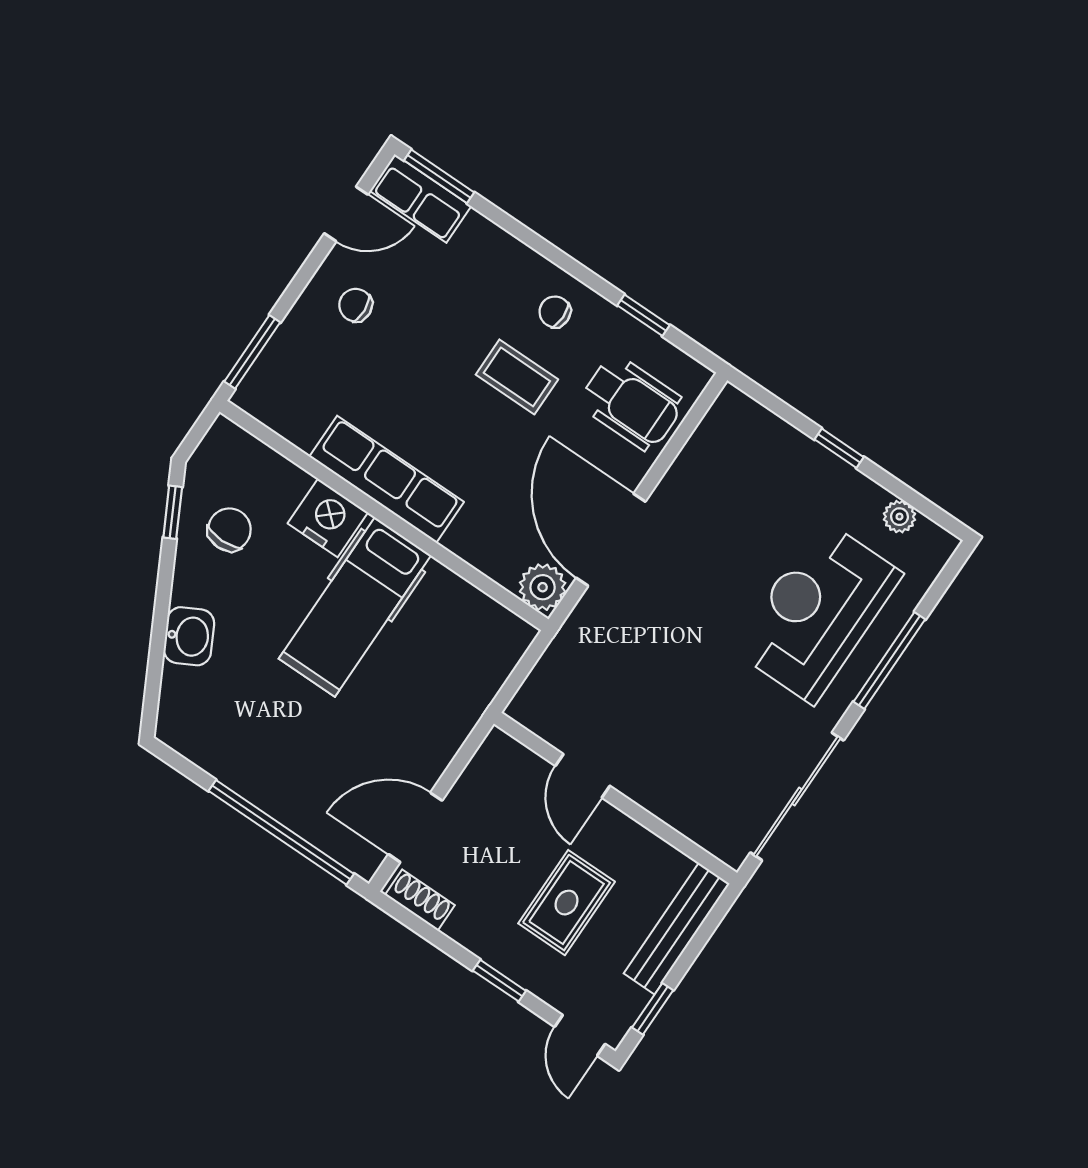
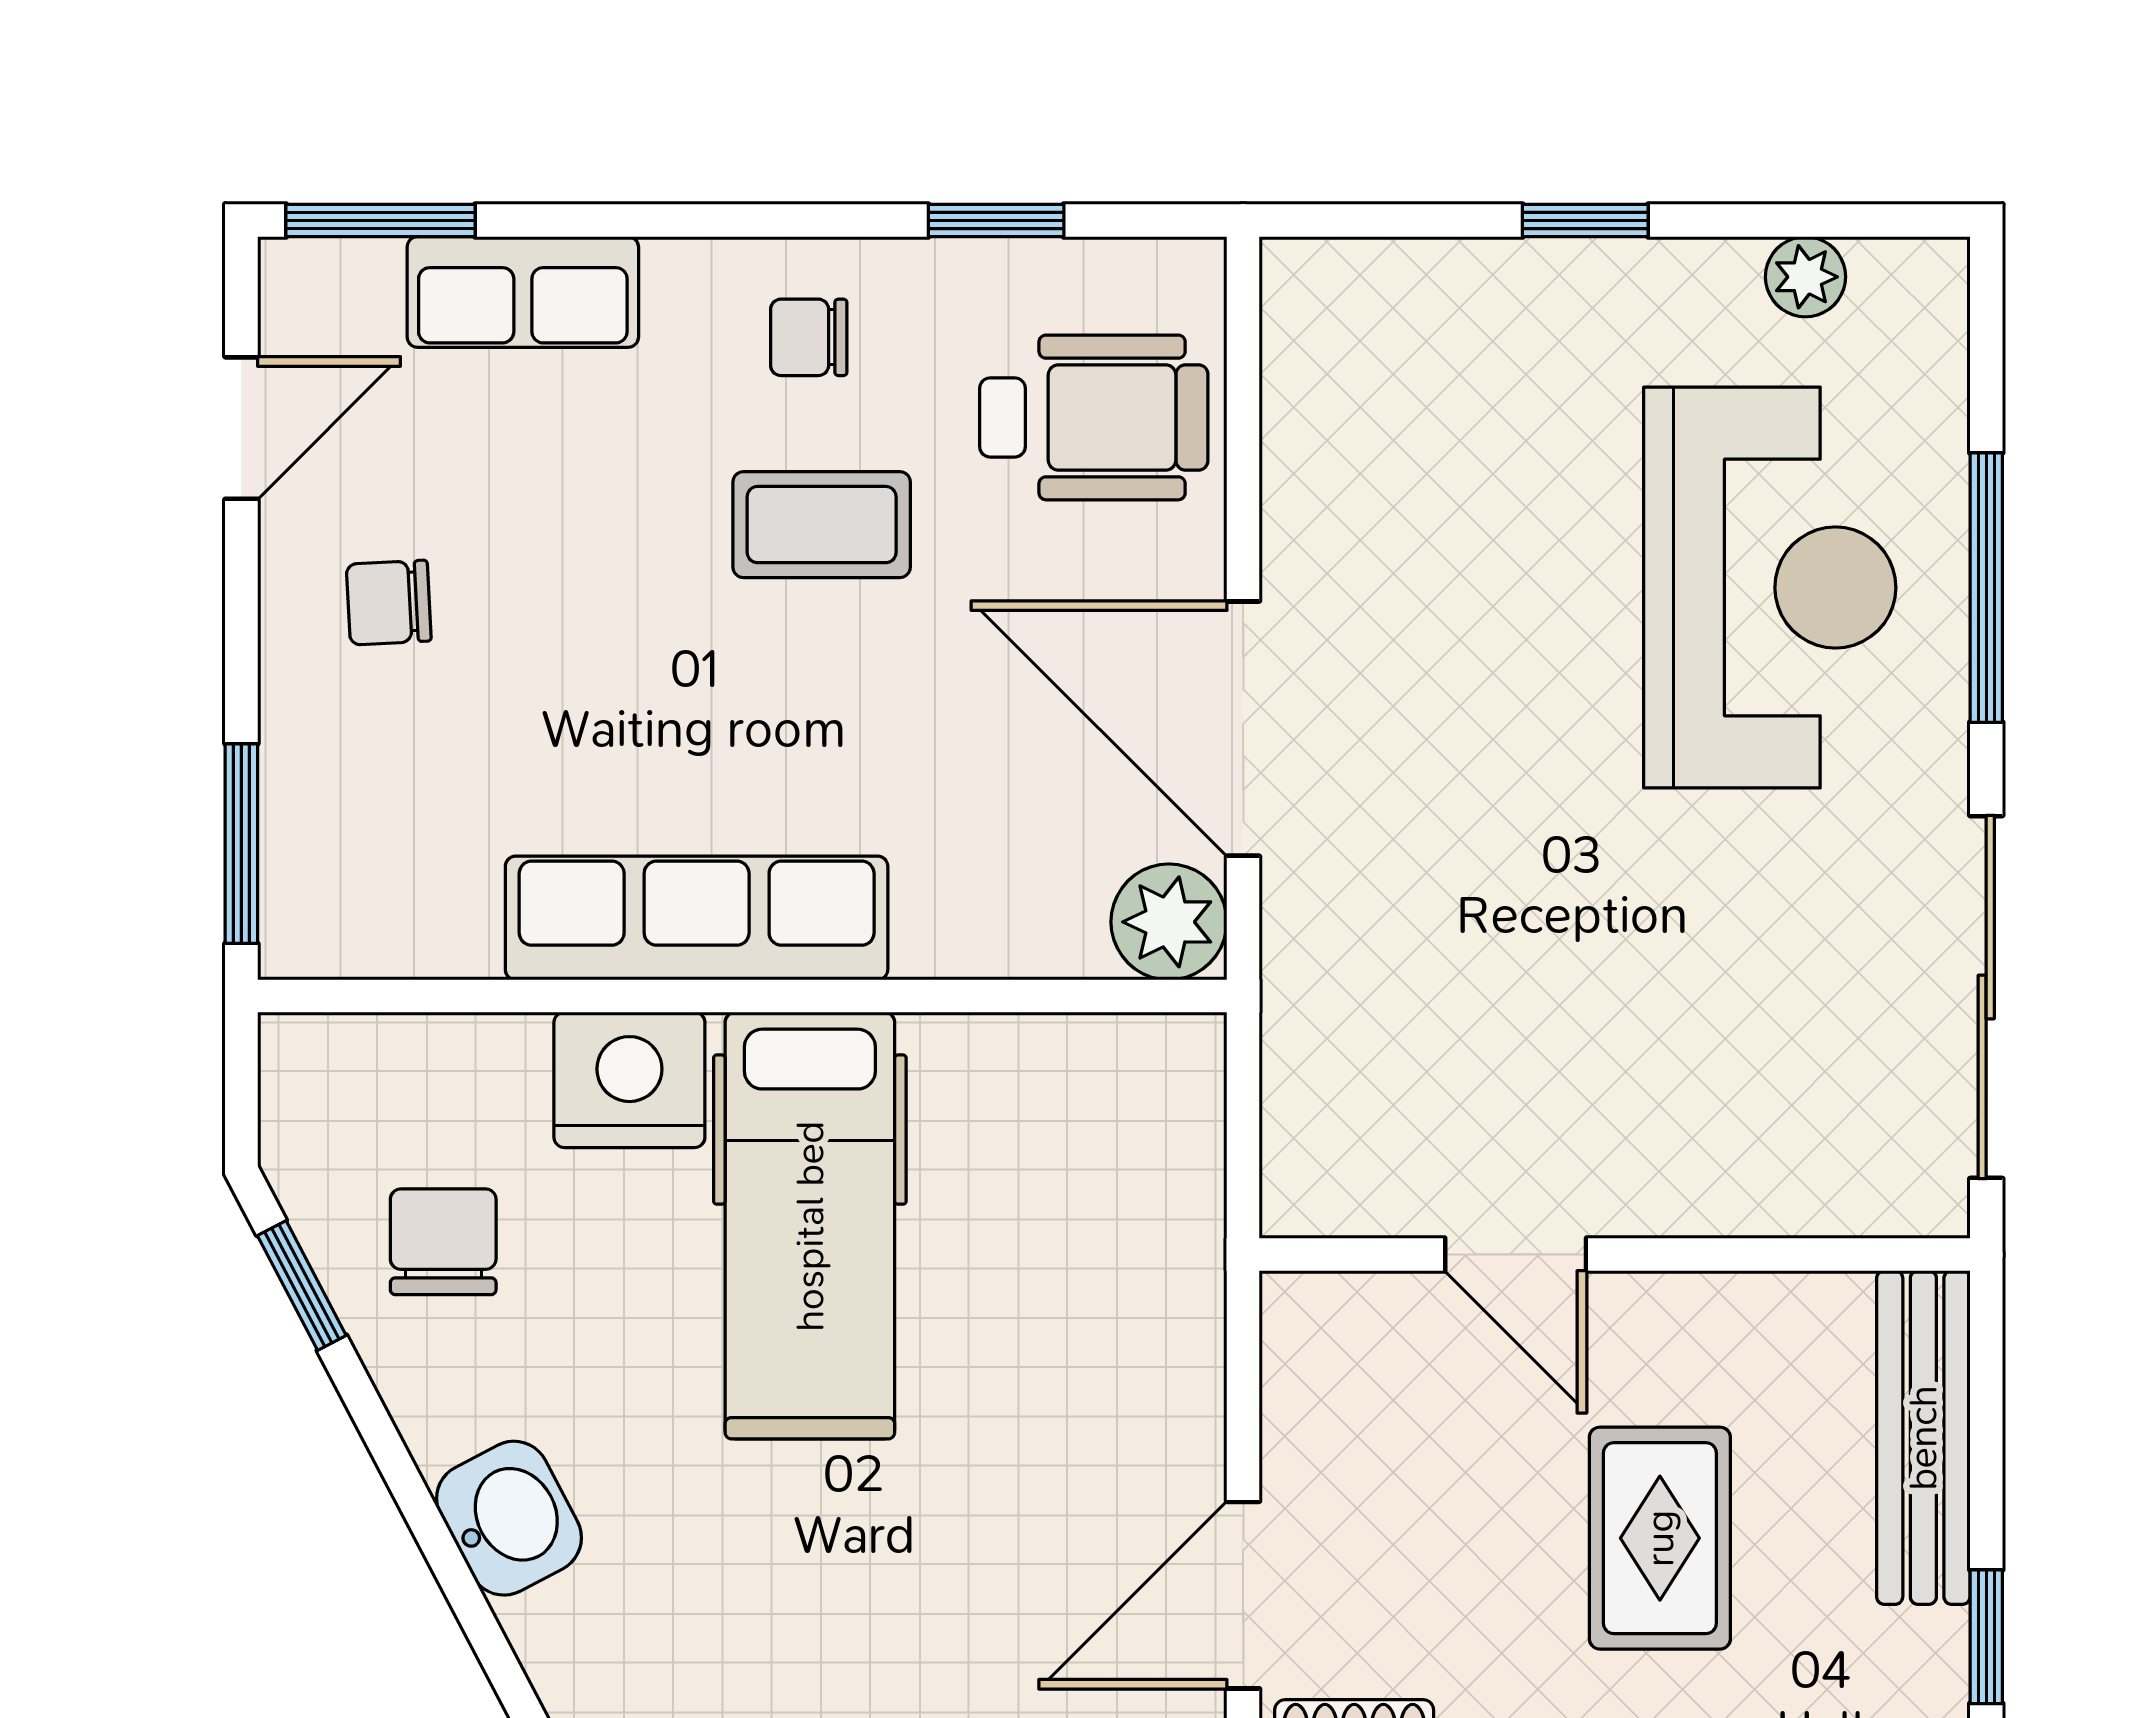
row of seats: (421, 199) -> (523, 292), moved
reception desk: (818, 612) -> (1770, 588), turned 180

